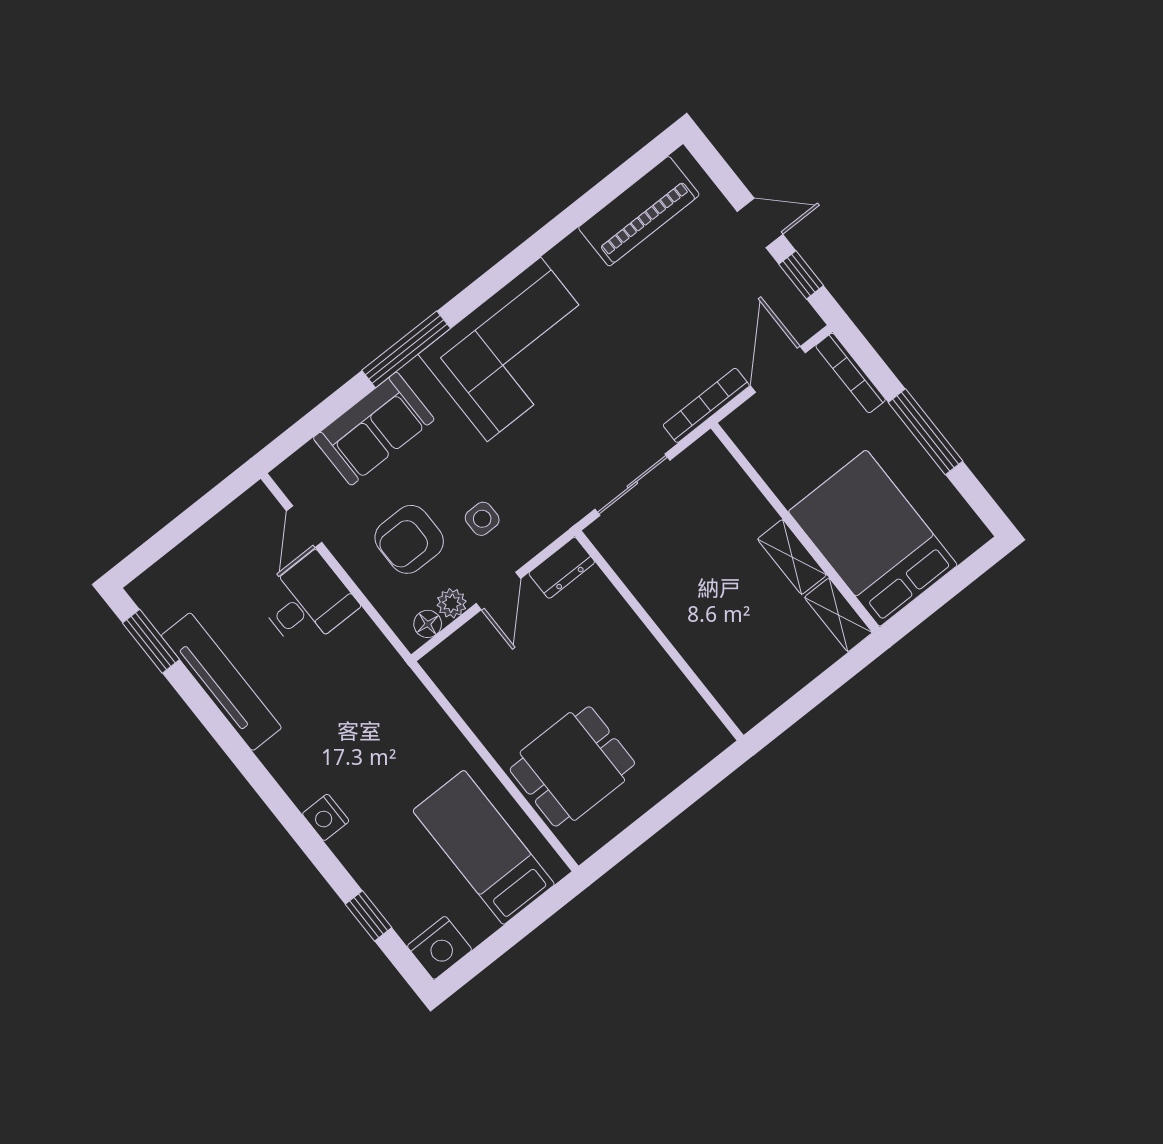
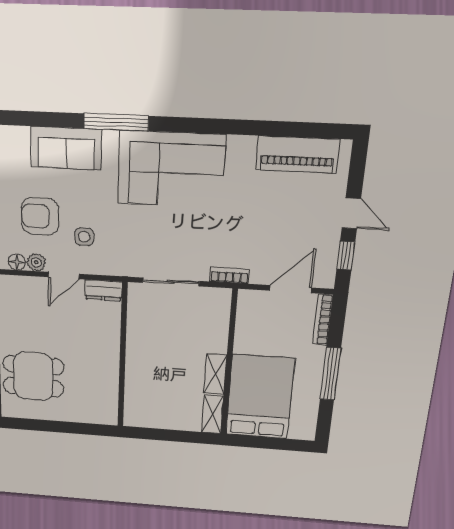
bookcase: (706, 405) -> (229, 276), width x0.64

